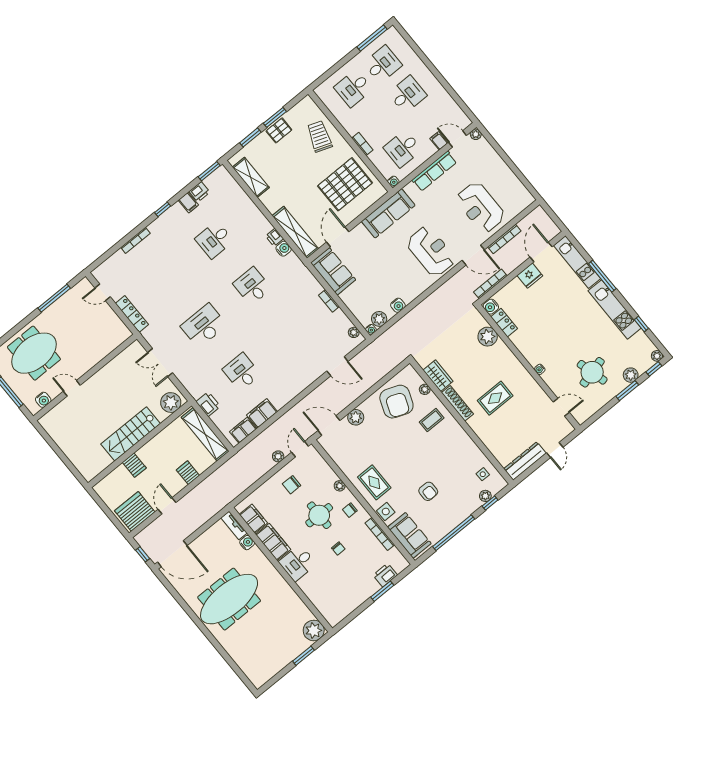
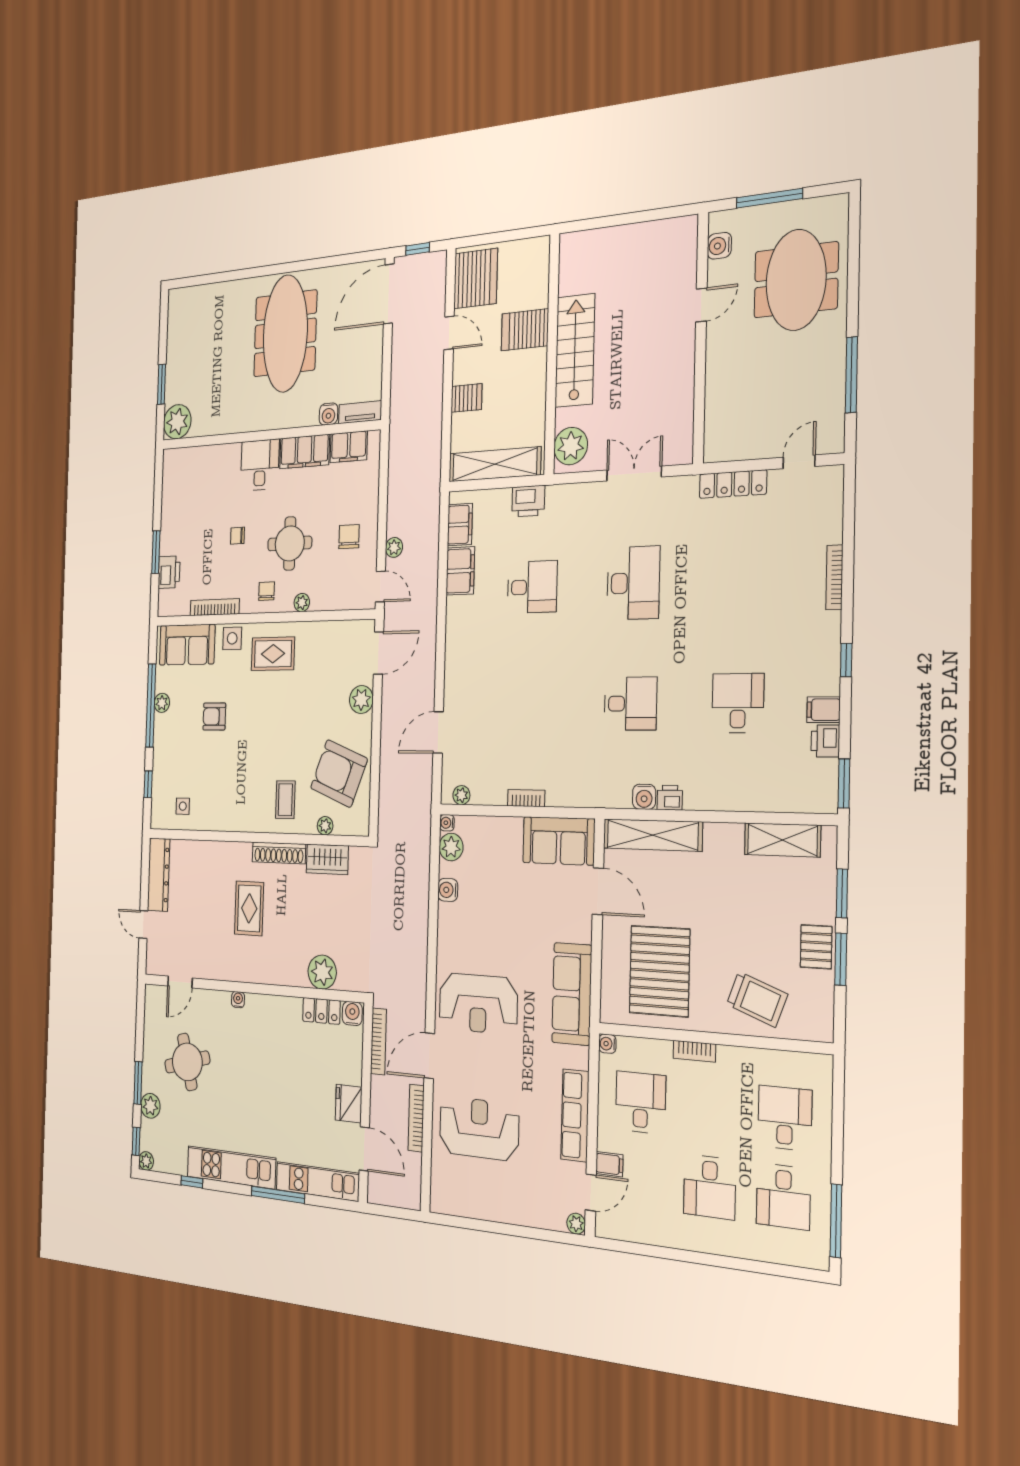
server rack: (134, 465) -> (525, 330), width x1.36, depth x1.44
plant: (485, 496) -> (162, 703), moved

